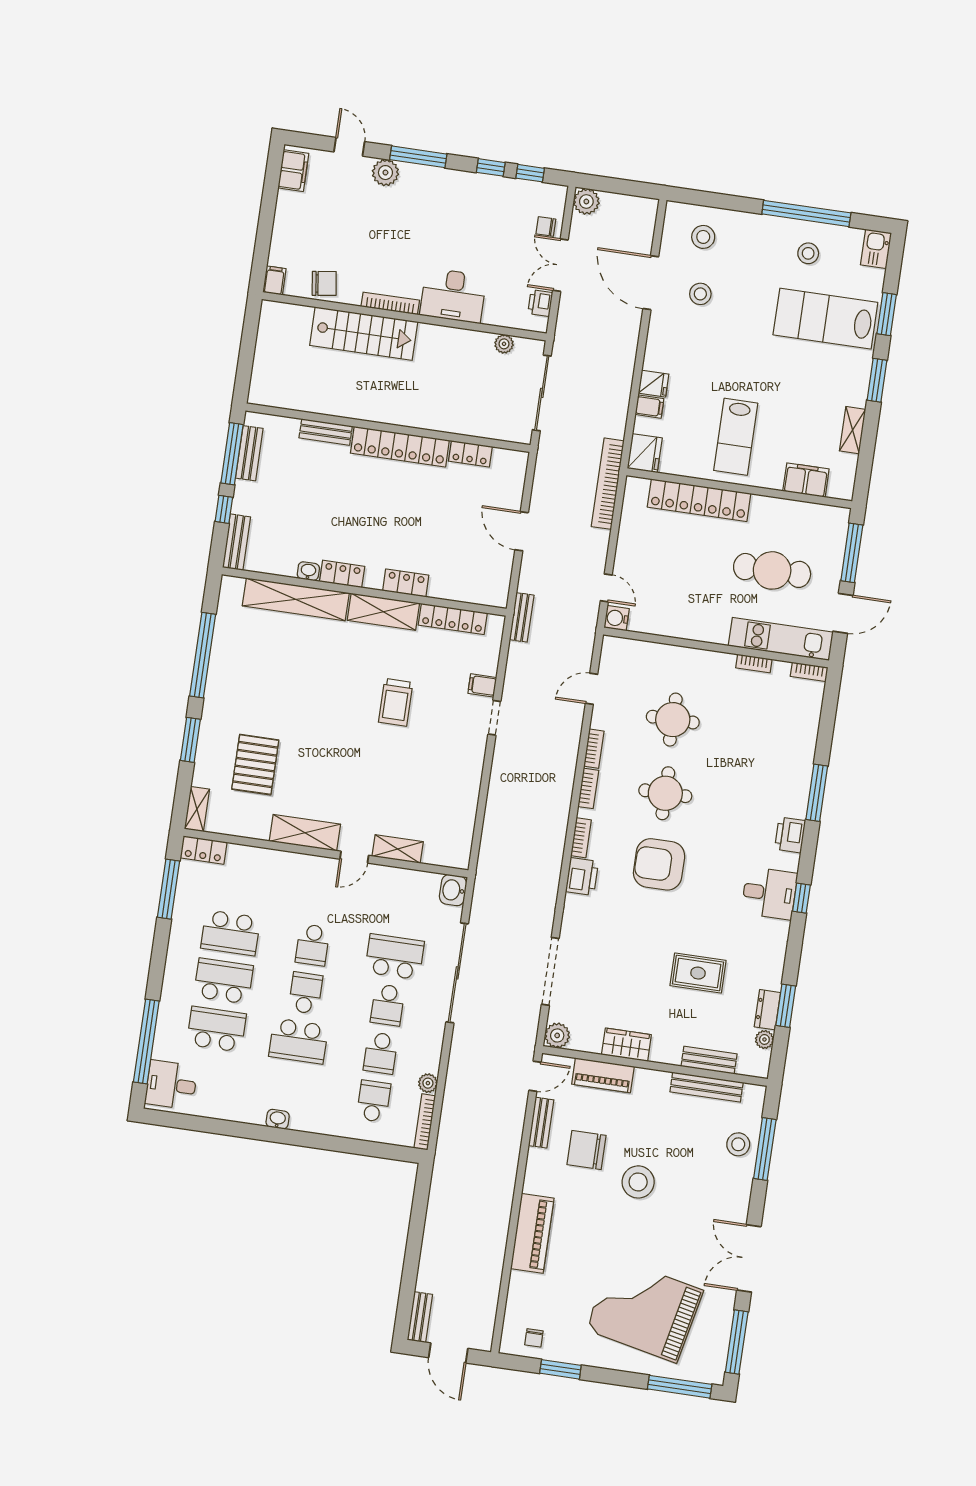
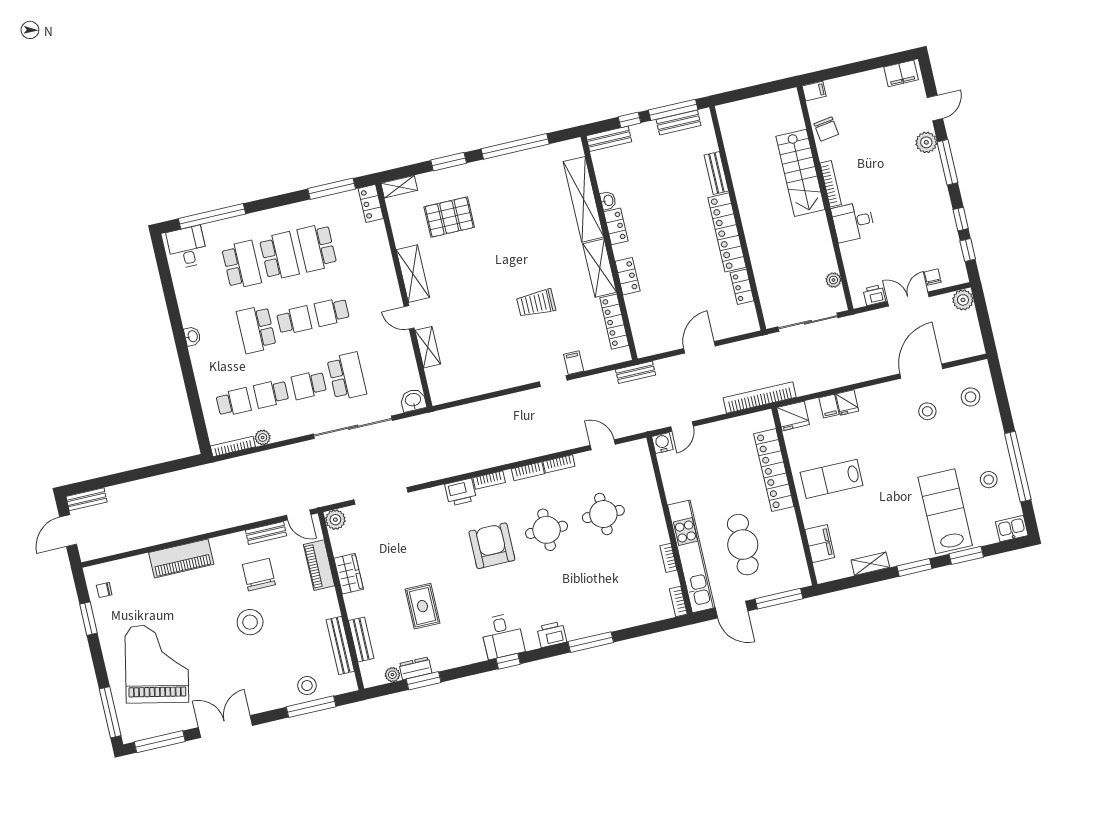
desk: (453, 295) -> (853, 222), width x0.73
kitchen unit: (781, 639) -> (691, 556), width x1.36

